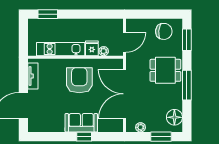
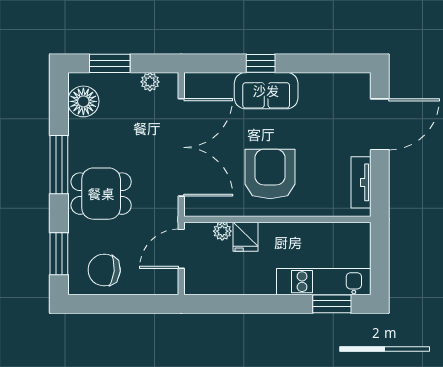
kitchen unit: (61, 49) -> (324, 282), moved, turned 180
armchair: (79, 80) -> (270, 174), turned 180

